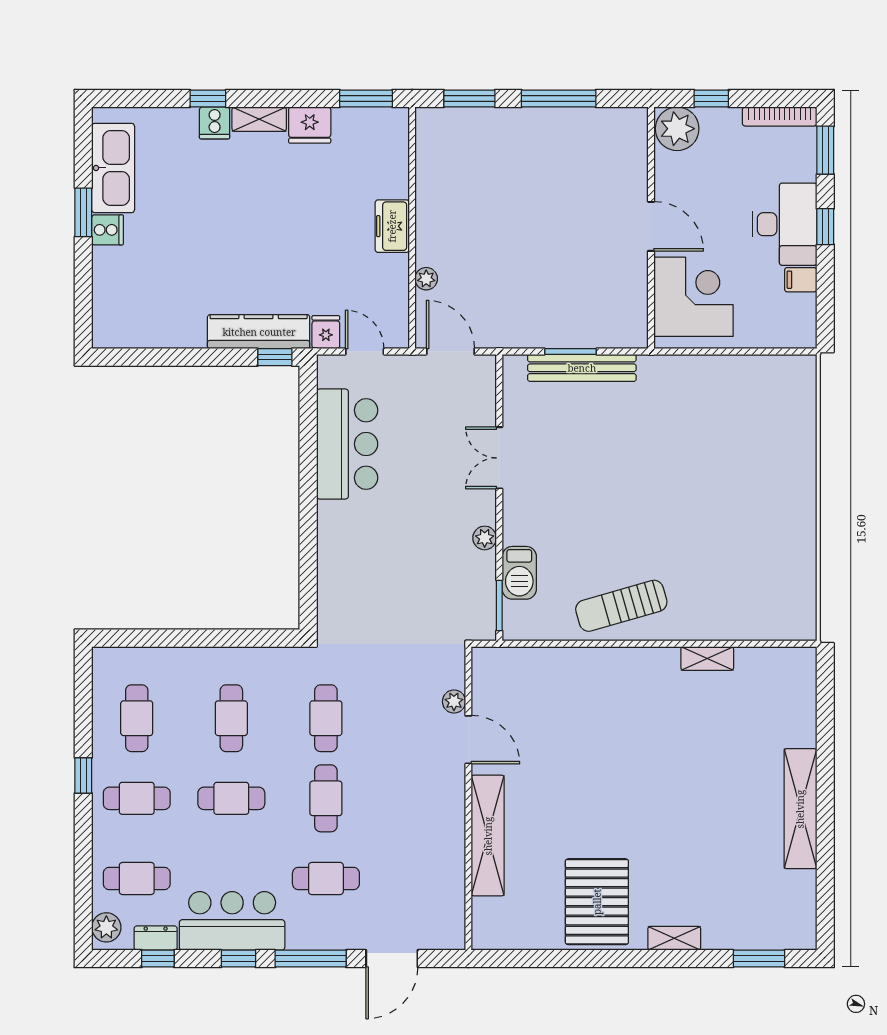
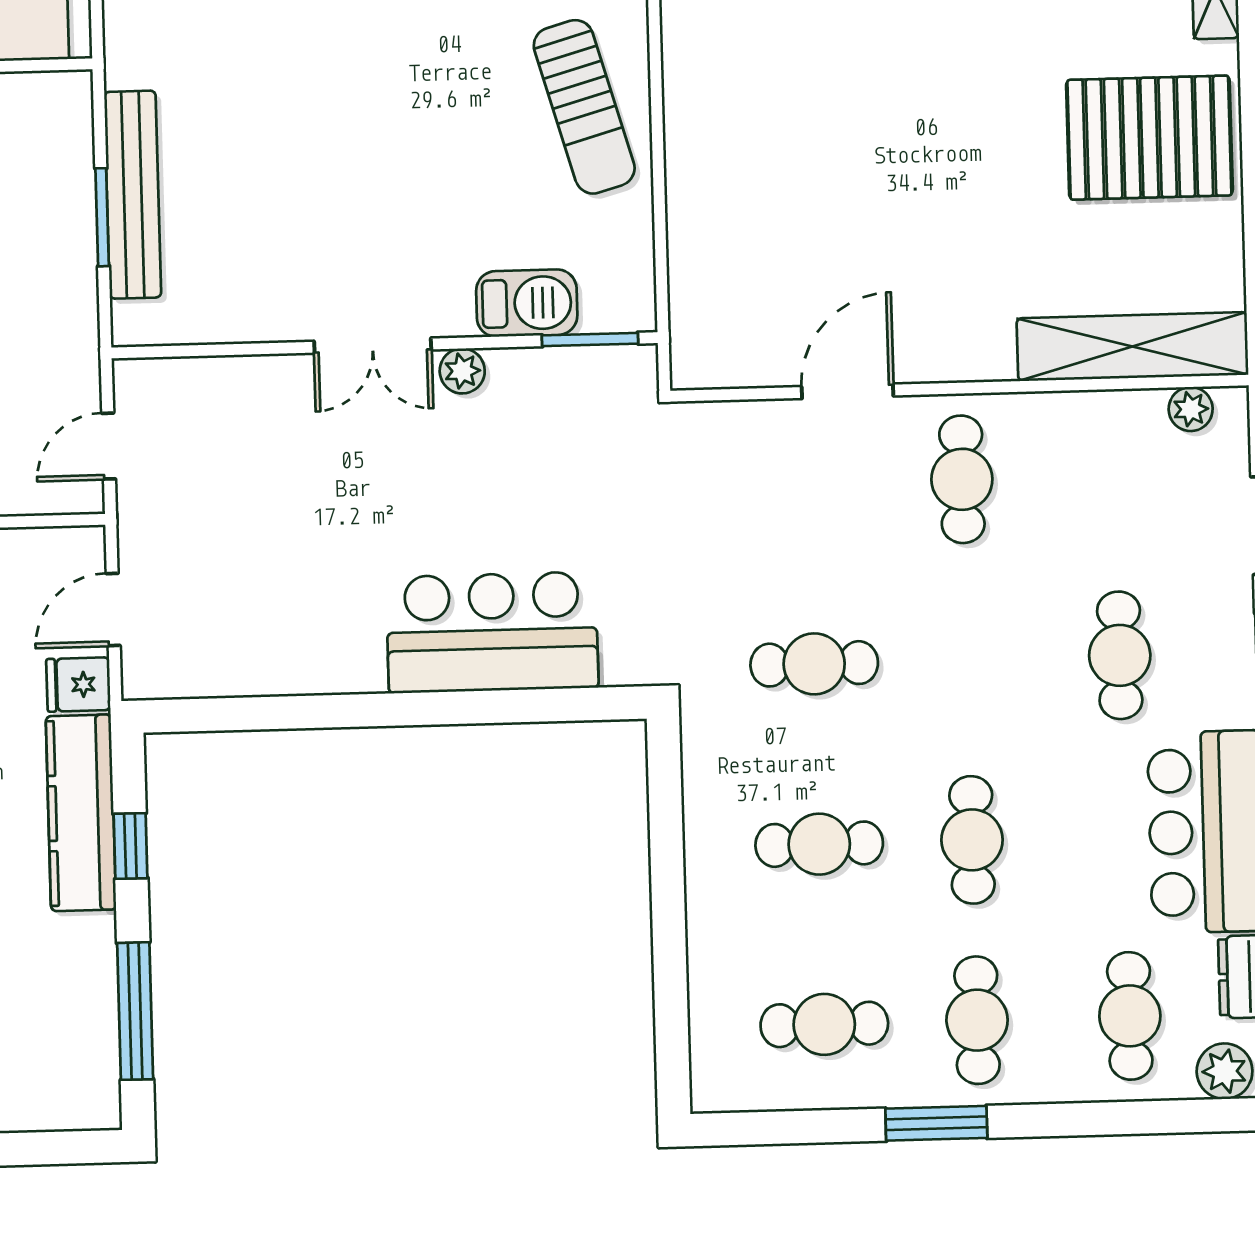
door: (450, 351) -> (109, 446), width x0.73
window: (154, 357) -> (135, 1011), added
window: (275, 357) -> (130, 846), moved
bar counter: (347, 444) -> (492, 632), moved
double door: (499, 458) -> (373, 346), moved
plant: (454, 702) -> (1191, 409), moved
window: (83, 776) -> (936, 1123), width x1.50
cafe table: (326, 798) -> (962, 479), moved, turned 90
shelving: (488, 836) -> (1132, 347), moved

